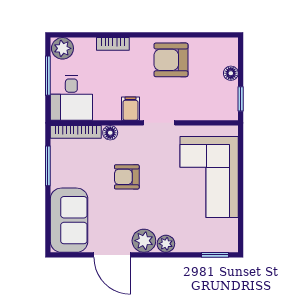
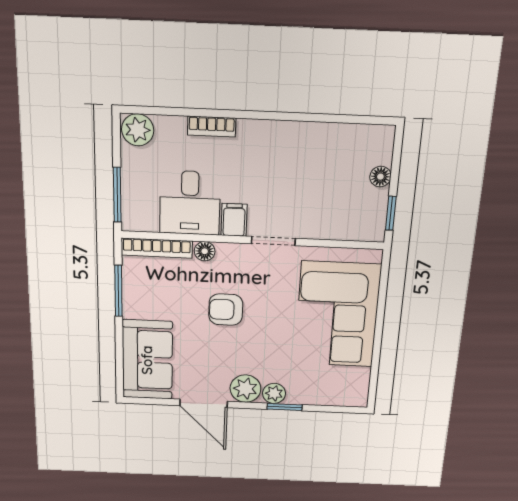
armchair: (171, 60) -> (295, 154), removed
window: (48, 76) -> (117, 195), moved
desk: (71, 98) -> (190, 203), moved
window: (215, 255) -> (285, 407), moved

